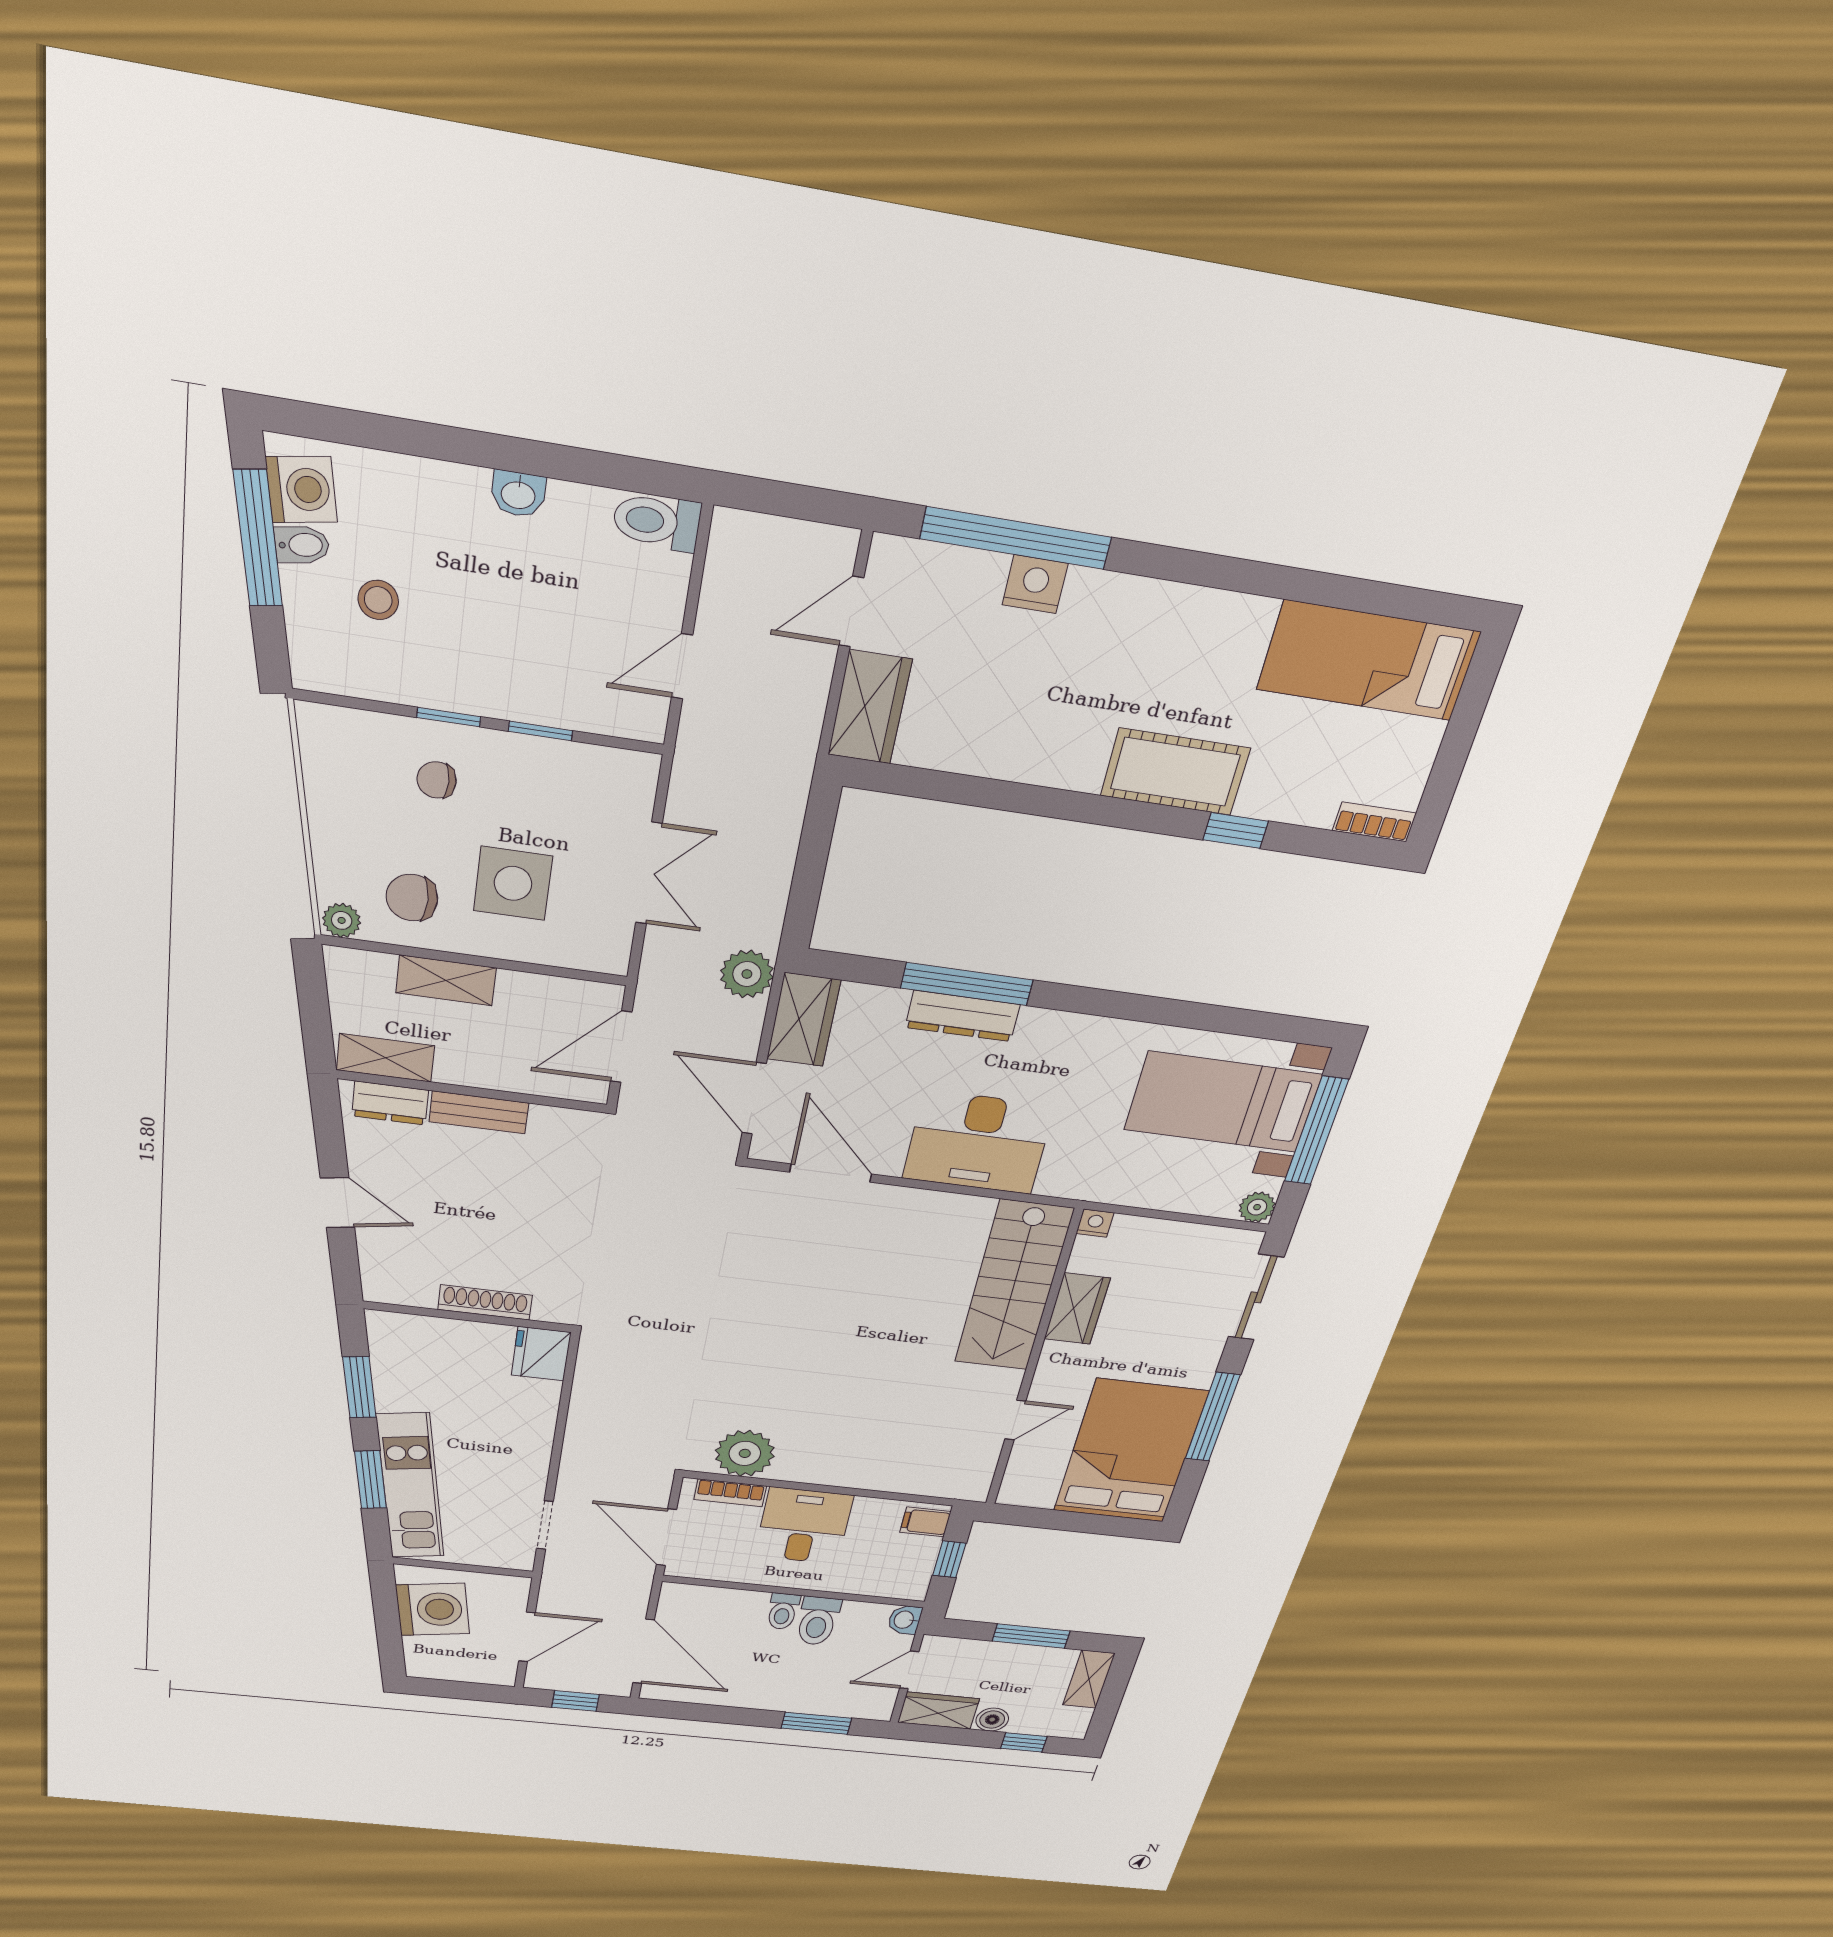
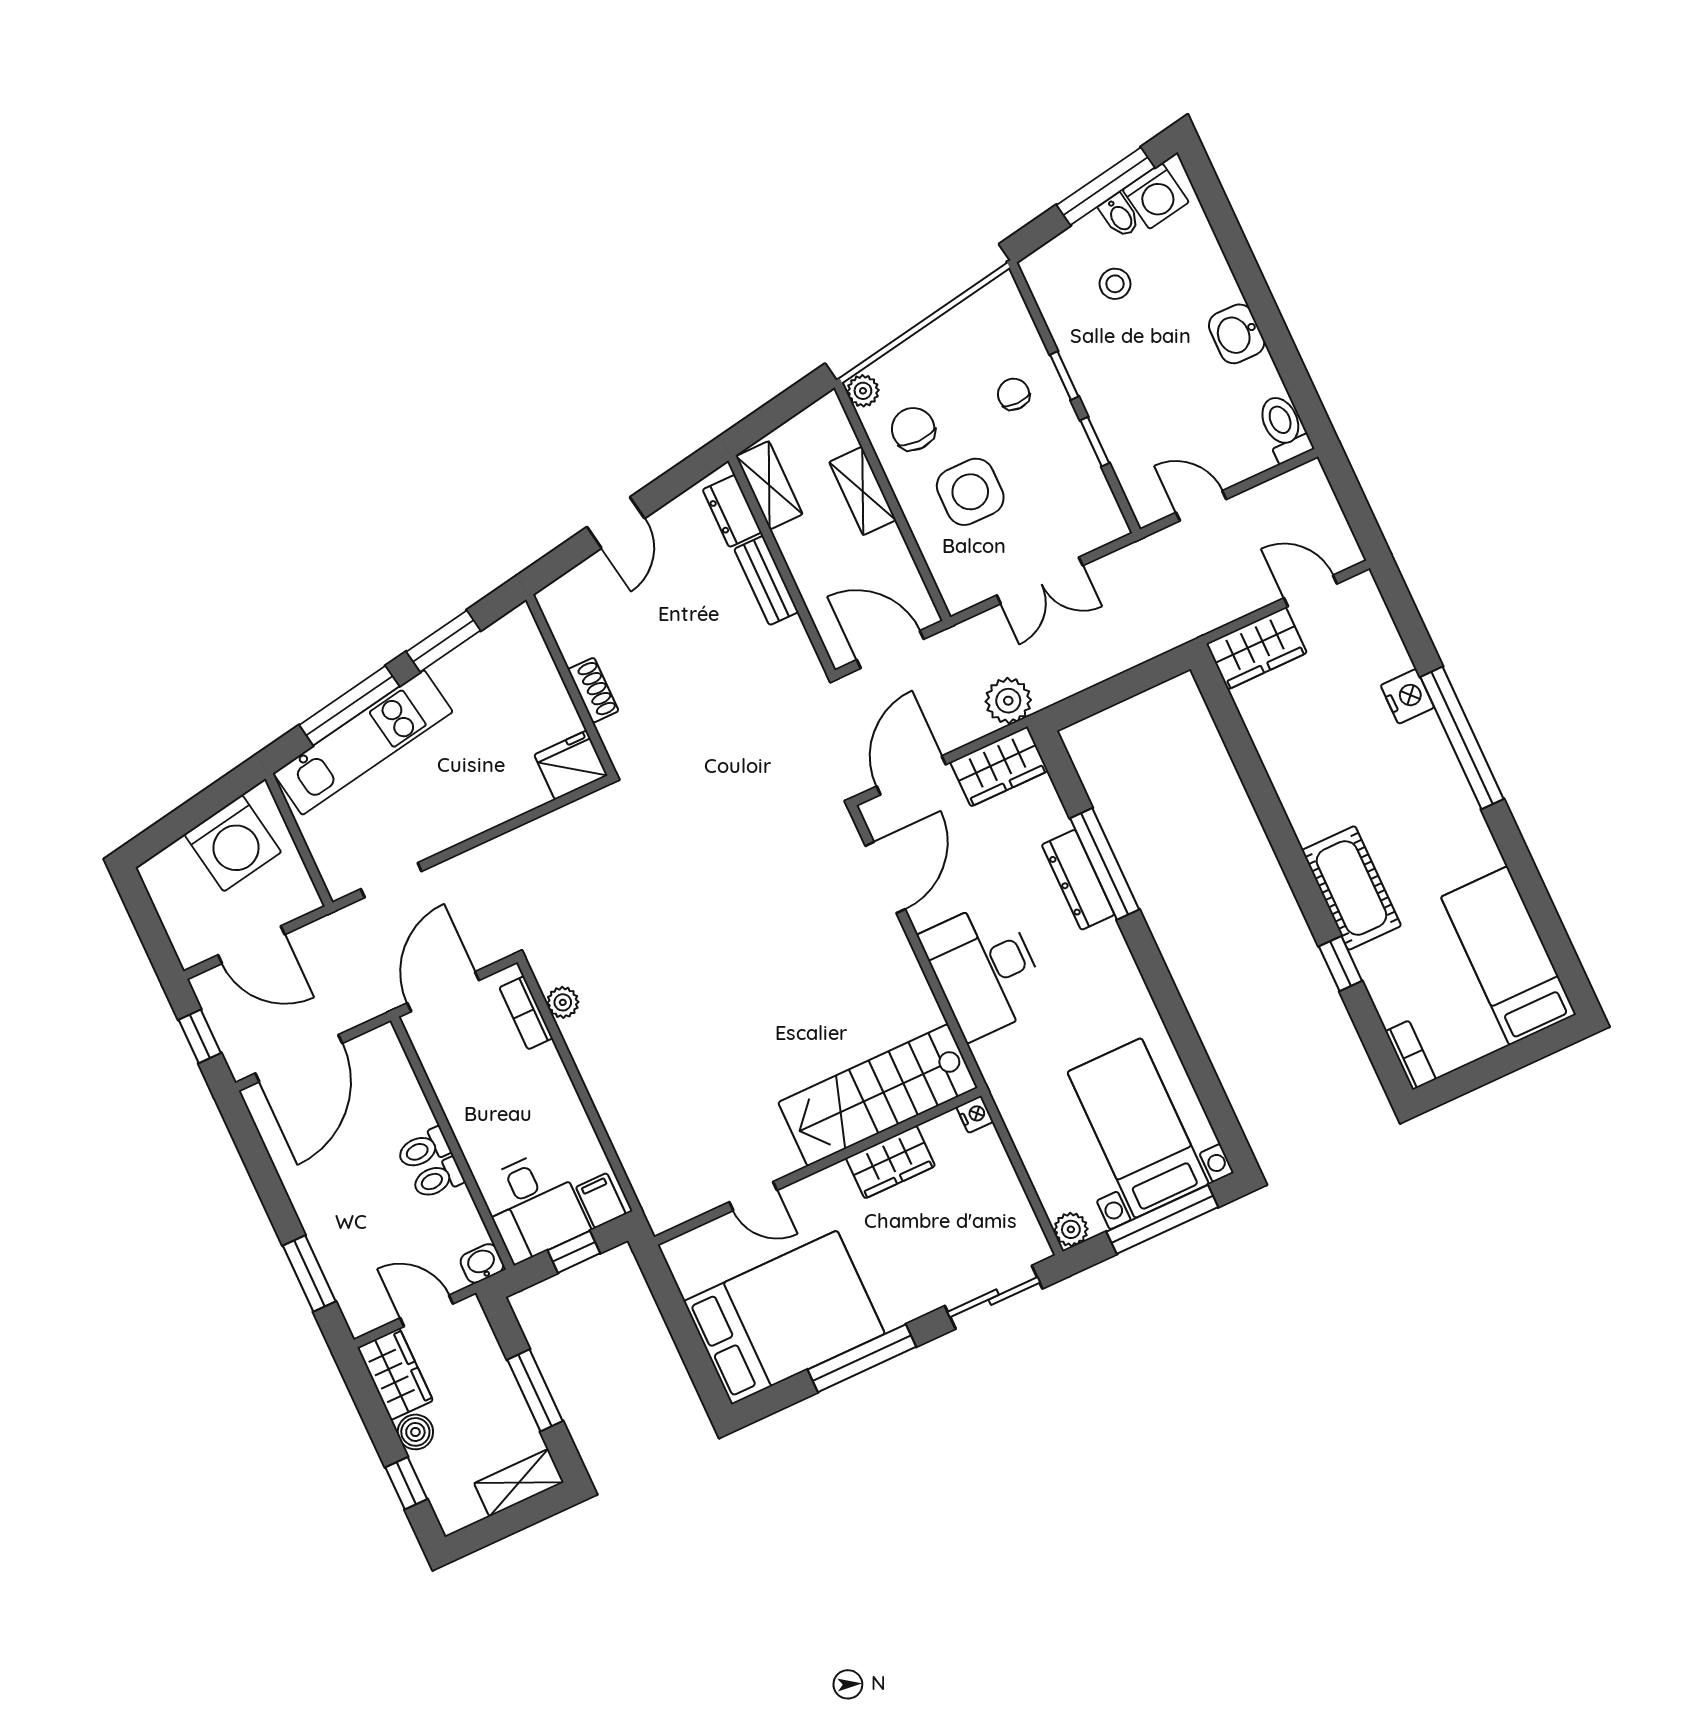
washbasin: (518, 494) -> (1237, 334), width x1.38, depth x1.45
window: (1016, 538) -> (1462, 738), moved
shoe rack: (485, 1302) -> (593, 690), width x0.70
plant: (745, 1453) -> (563, 1002), width x0.53, depth x0.53
window: (371, 1480) -> (349, 706), width x1.44
desk: (804, 1526) -> (533, 1206), moved, turned 90
toilet: (818, 1621) -> (438, 1179), width x0.73, depth x0.72

